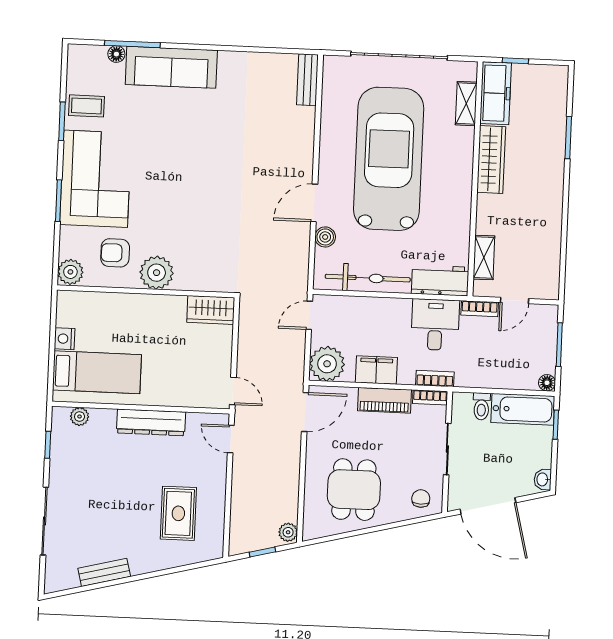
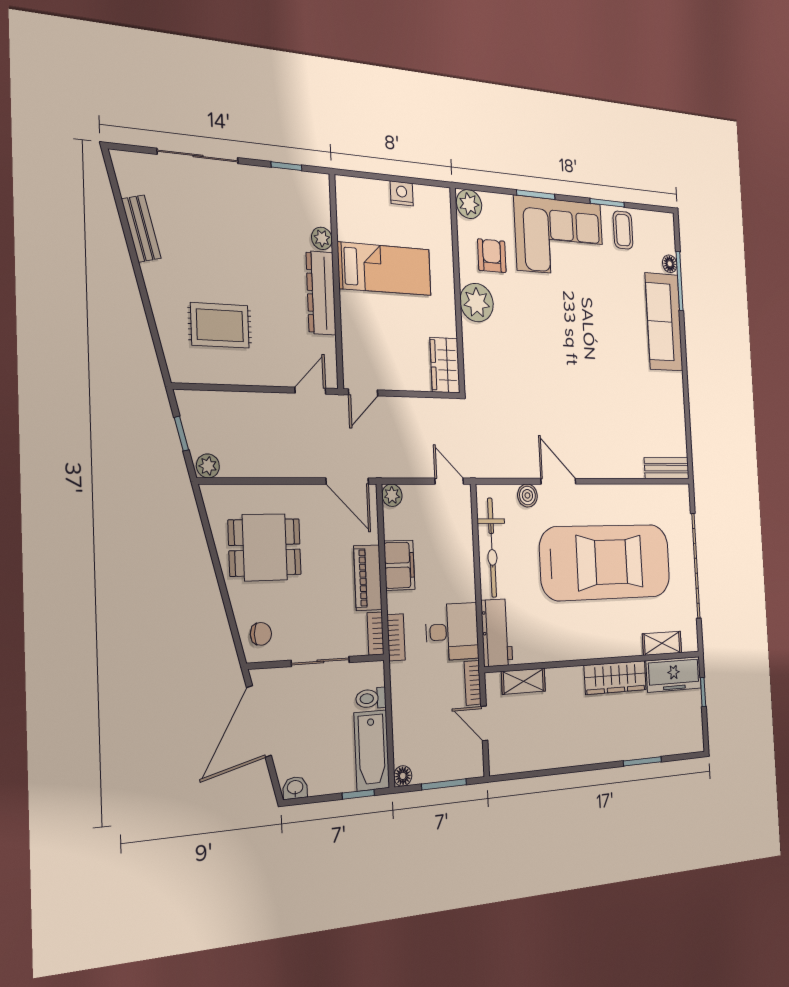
plant: (327, 364) -> (392, 495), width x0.53, depth x0.53
bed: (97, 372) -> (385, 269), moved, turned -90
plant: (80, 417) -> (322, 238), moved

